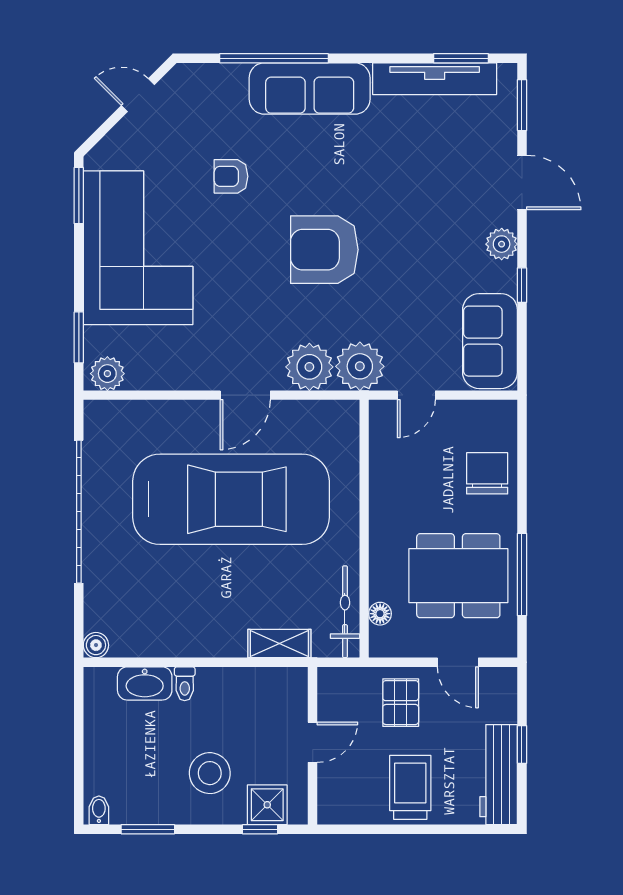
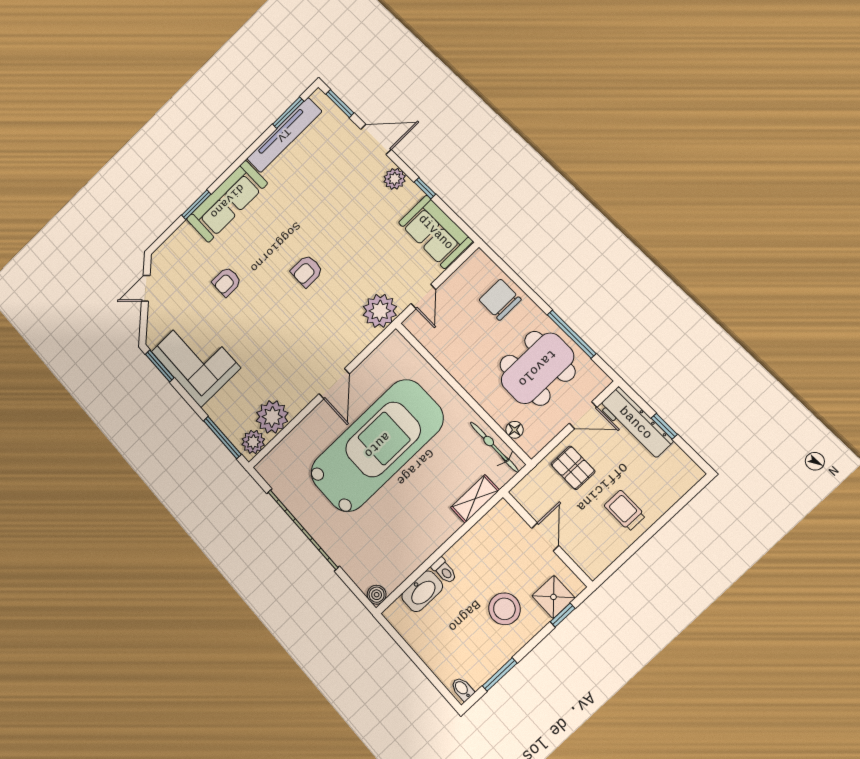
window: (274, 58) -> (196, 205), width x0.47
corner sofa: (138, 248) -> (196, 360), width x0.73, depth x0.74
armchair: (324, 250) -> (307, 271), width x0.53, depth x0.53
window: (79, 337) -> (222, 437), width x1.44
plant: (309, 367) -> (272, 417), moved
workbench: (499, 775) -> (636, 423), moved
trolley: (410, 787) -> (625, 511), width x0.73, depth x0.72

